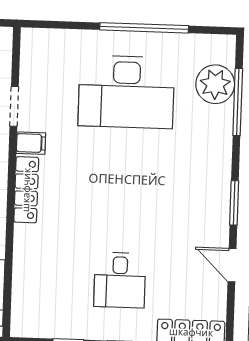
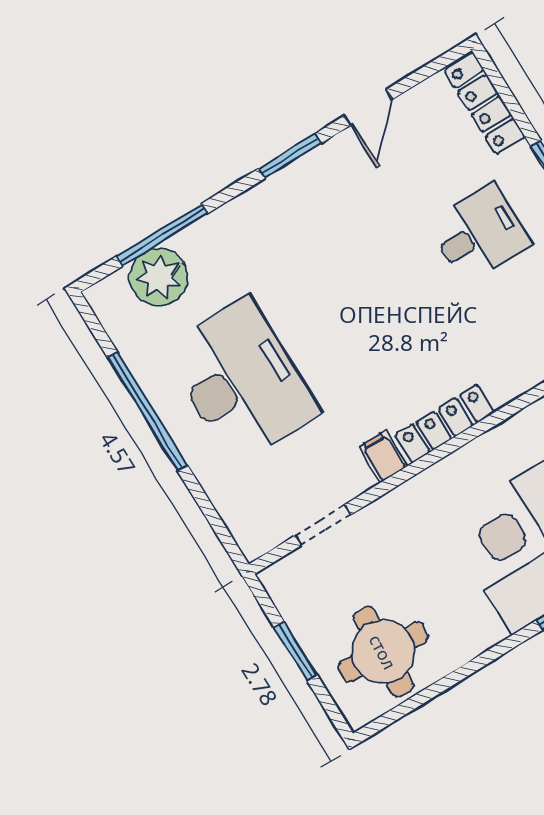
doorway: (14, 106) -> (323, 525), moved

